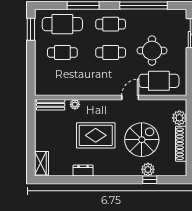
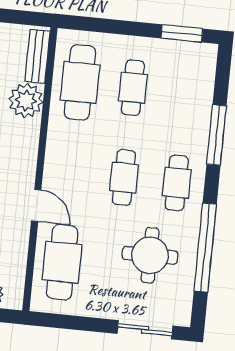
cafe table: (62, 24) -> (80, 82), moved
round table: (152, 51) -> (150, 255), moved
plant: (75, 104) -> (26, 101), width x1.88, depth x1.88

